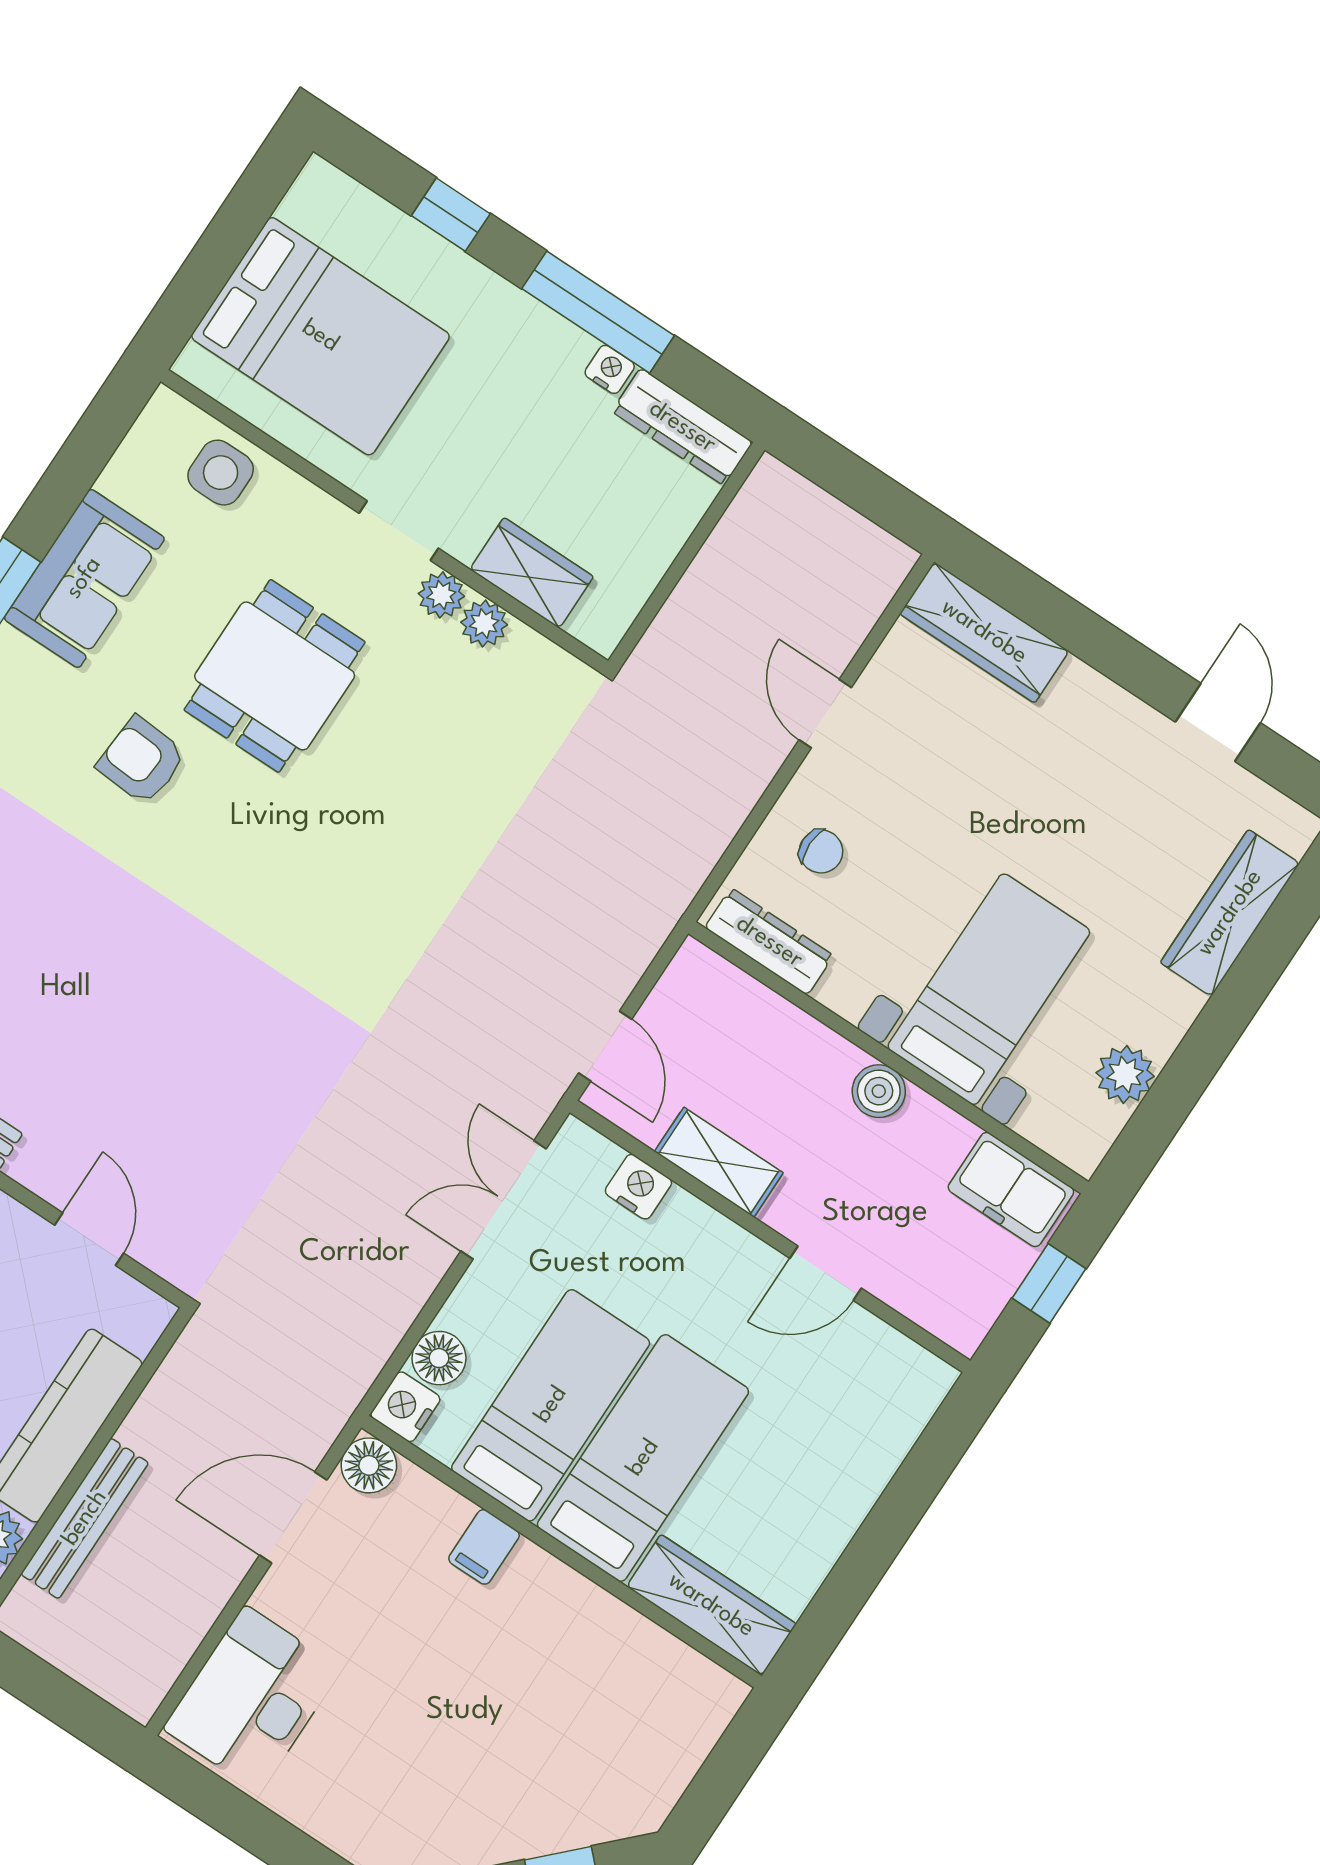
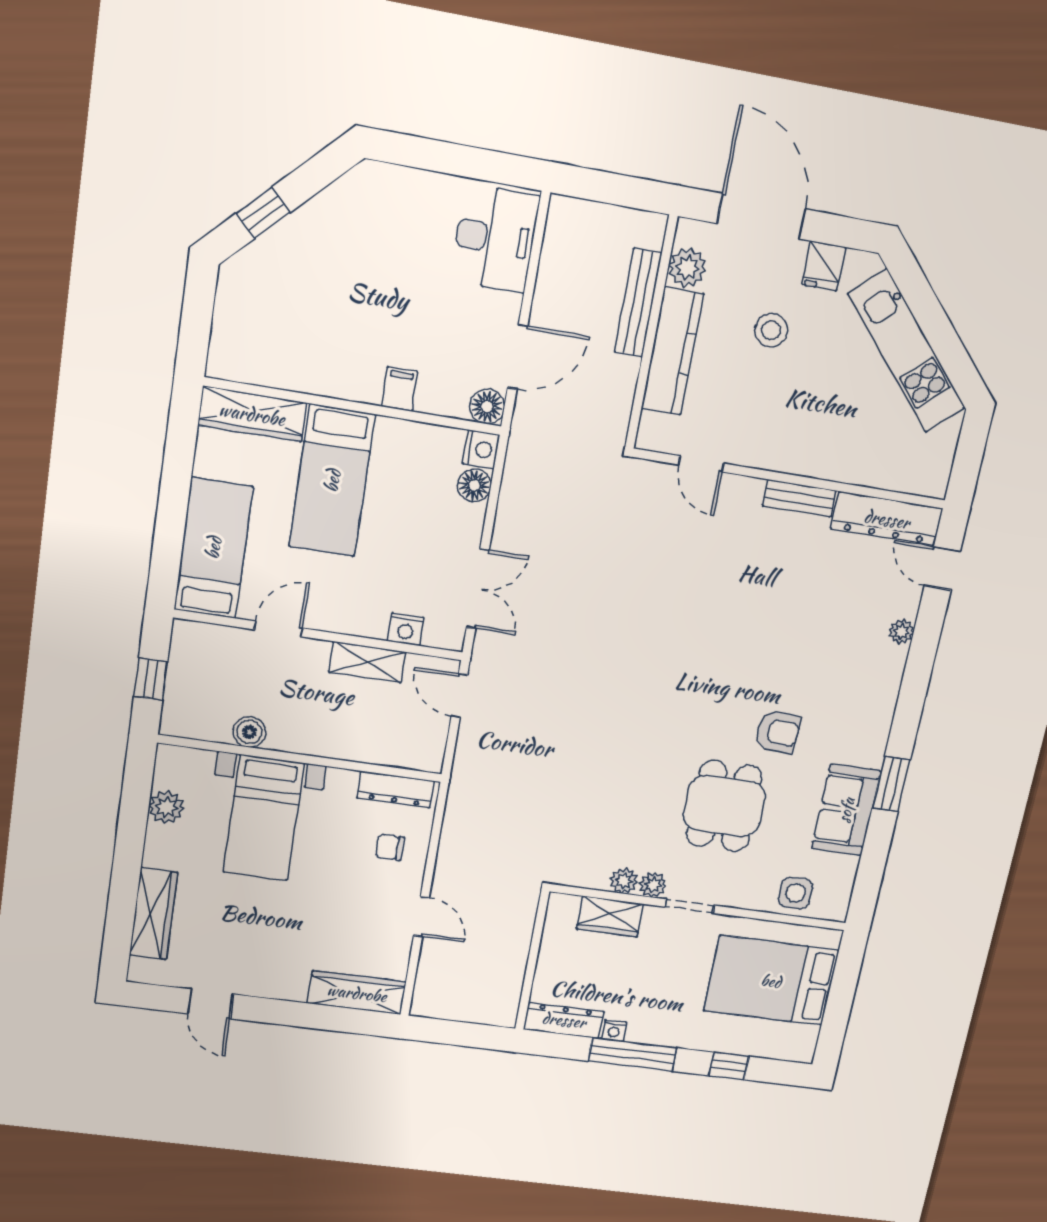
boiler: (879, 1091) -> (249, 732), moved
freezer: (1011, 1189) -> (198, 720), removed
bed: (551, 1405) -> (213, 548), moved, turned 180

